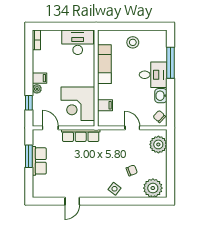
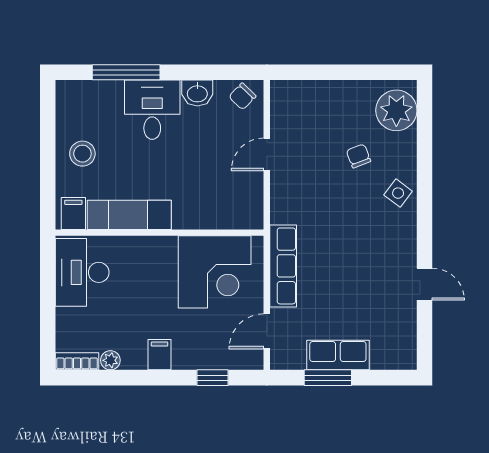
plant: (37, 89) -> (110, 360), moved
filing cabinet: (105, 105) -> (73, 214), moved
plant: (158, 144) -> (303, 99), removed

